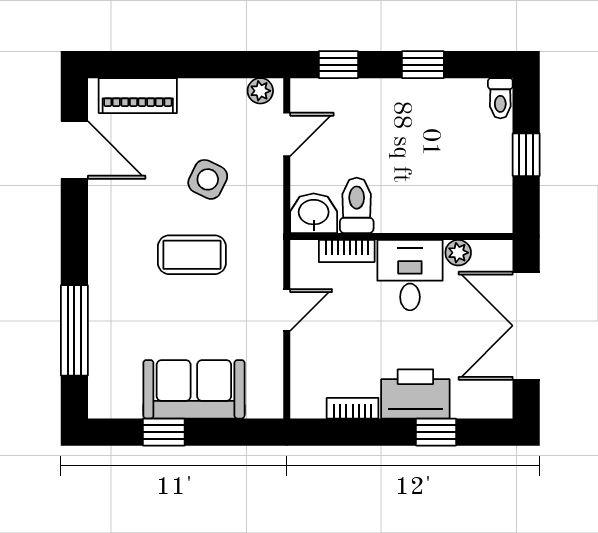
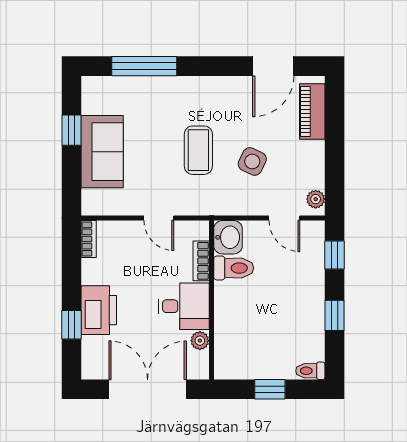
bookcase: (353, 408) -> (89, 239), moved

